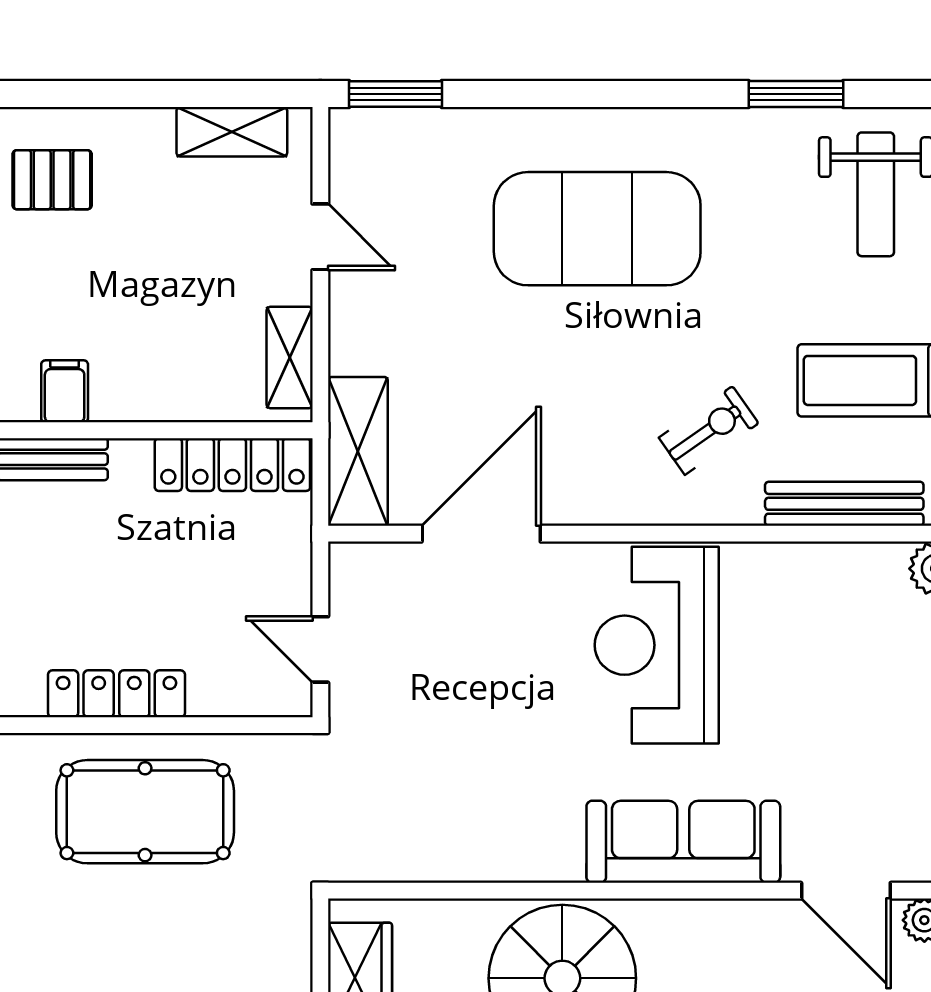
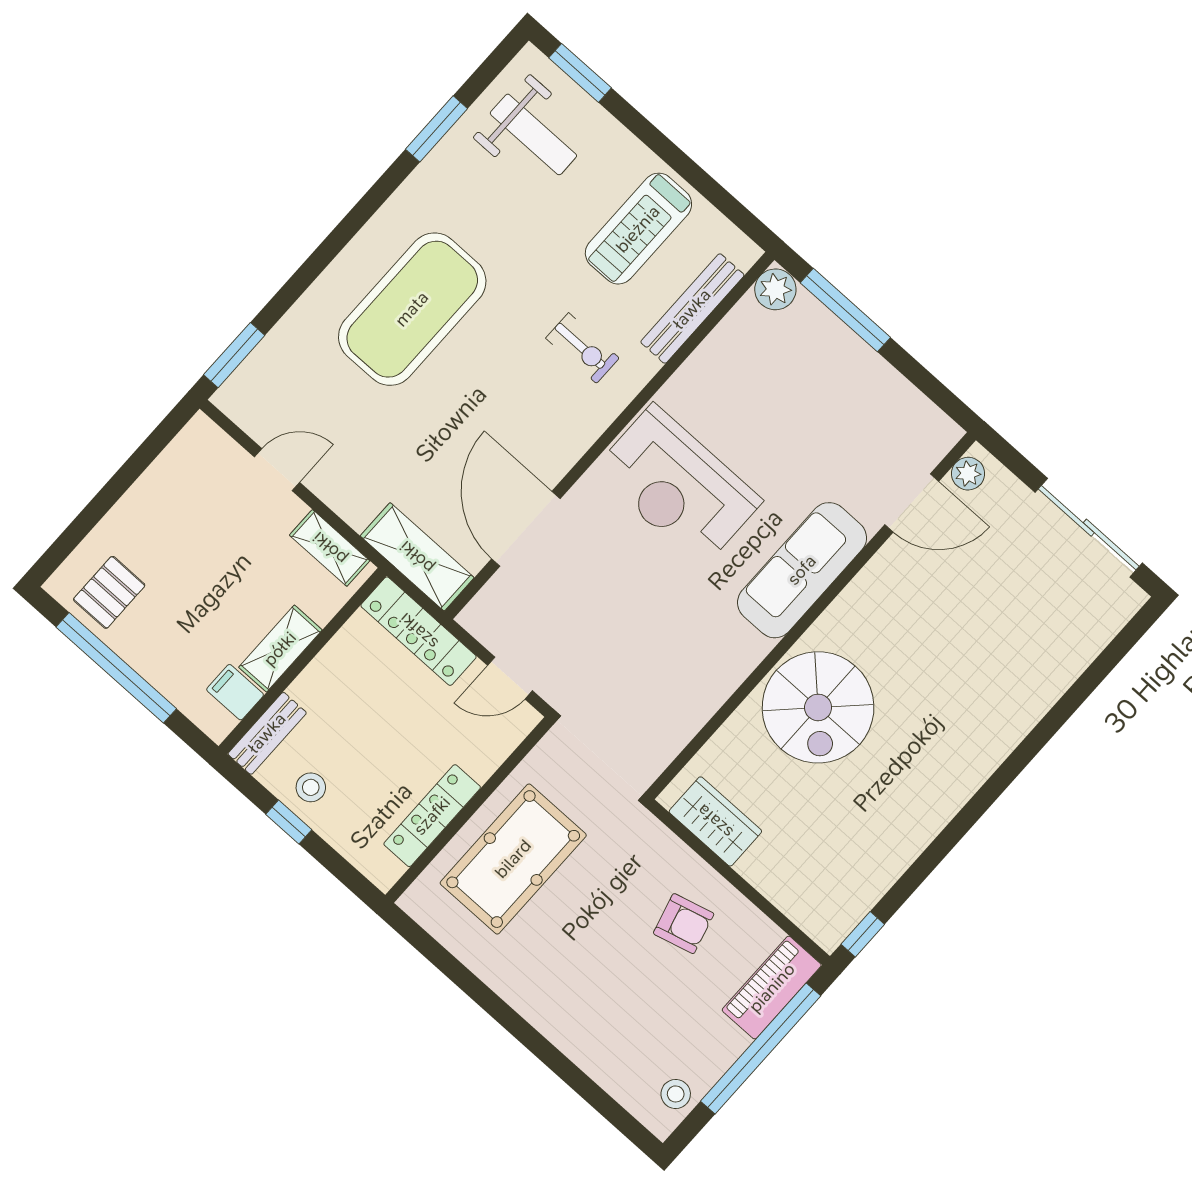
shelving: (232, 132) -> (280, 649), moved
exercise bike: (709, 430) -> (582, 348), turned 125
locker: (232, 465) -> (419, 631), moved, turned 90
stool: (38, 550) -> (311, 787), added

